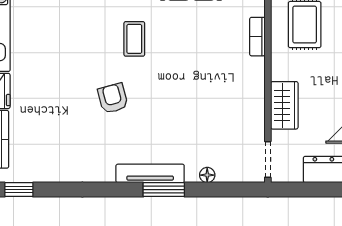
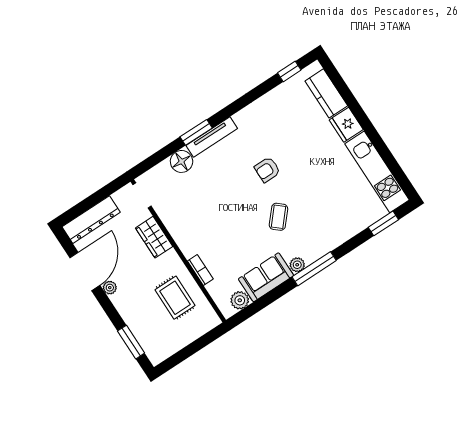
coffee table: (134, 39) -> (278, 217), turned 41
armchair: (113, 98) -> (267, 170), turned 105
floor lamp: (207, 175) -> (182, 161), width x1.89, depth x1.89

